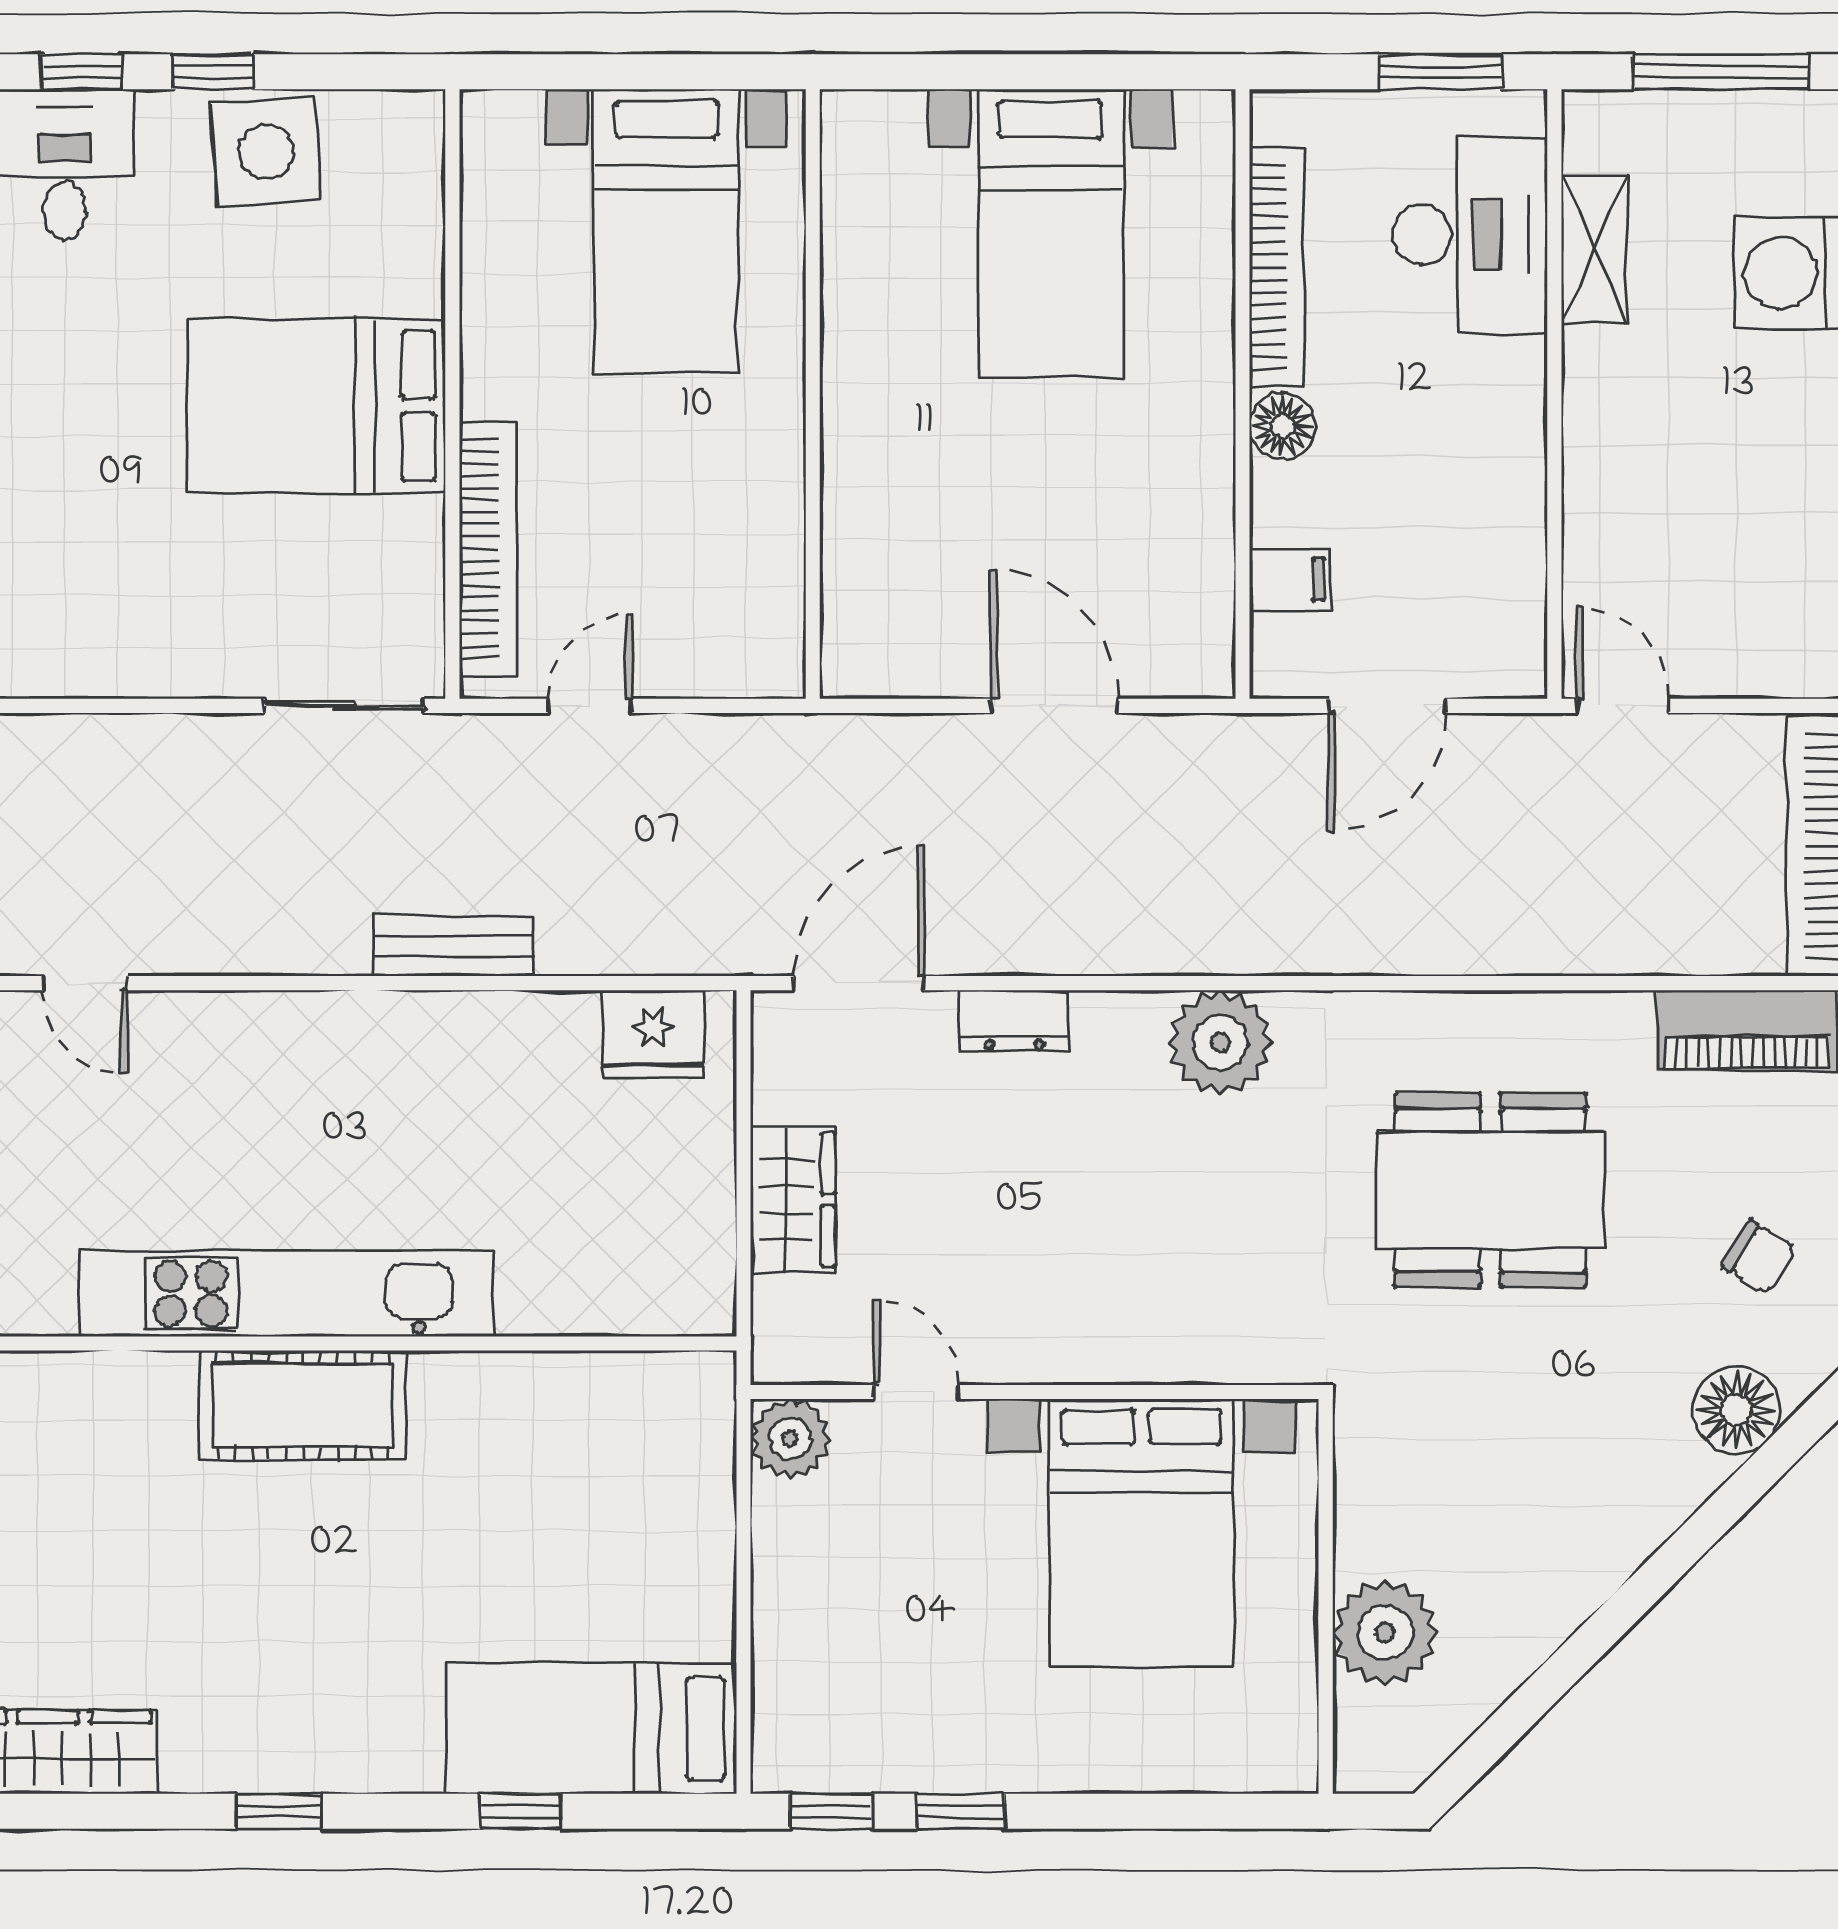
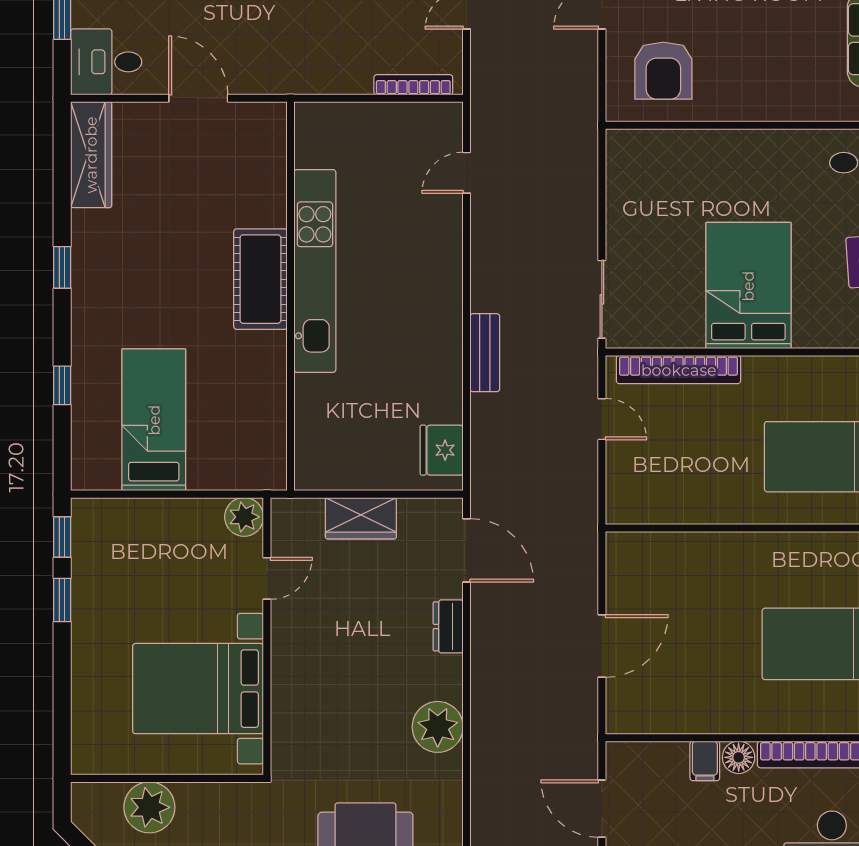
filing cabinet: (1290, 579) -> (705, 761), moved
bed: (591, 1729) -> (154, 420), moved

